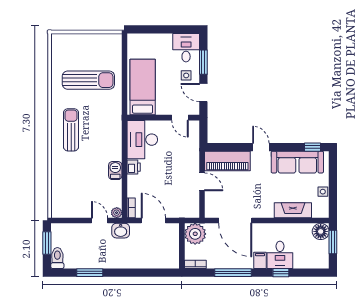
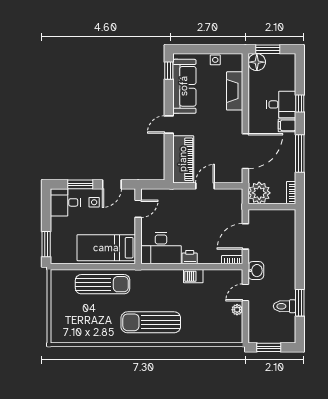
window: (146, 29) -> (46, 244), added
sun lounger: (88, 80) -> (103, 284), moved, turned 90
sun lounger: (71, 130) -> (151, 322), width x1.36, depth x1.34
plant: (117, 213) -> (237, 310), moved
toilet: (57, 258) -> (284, 306), moved

